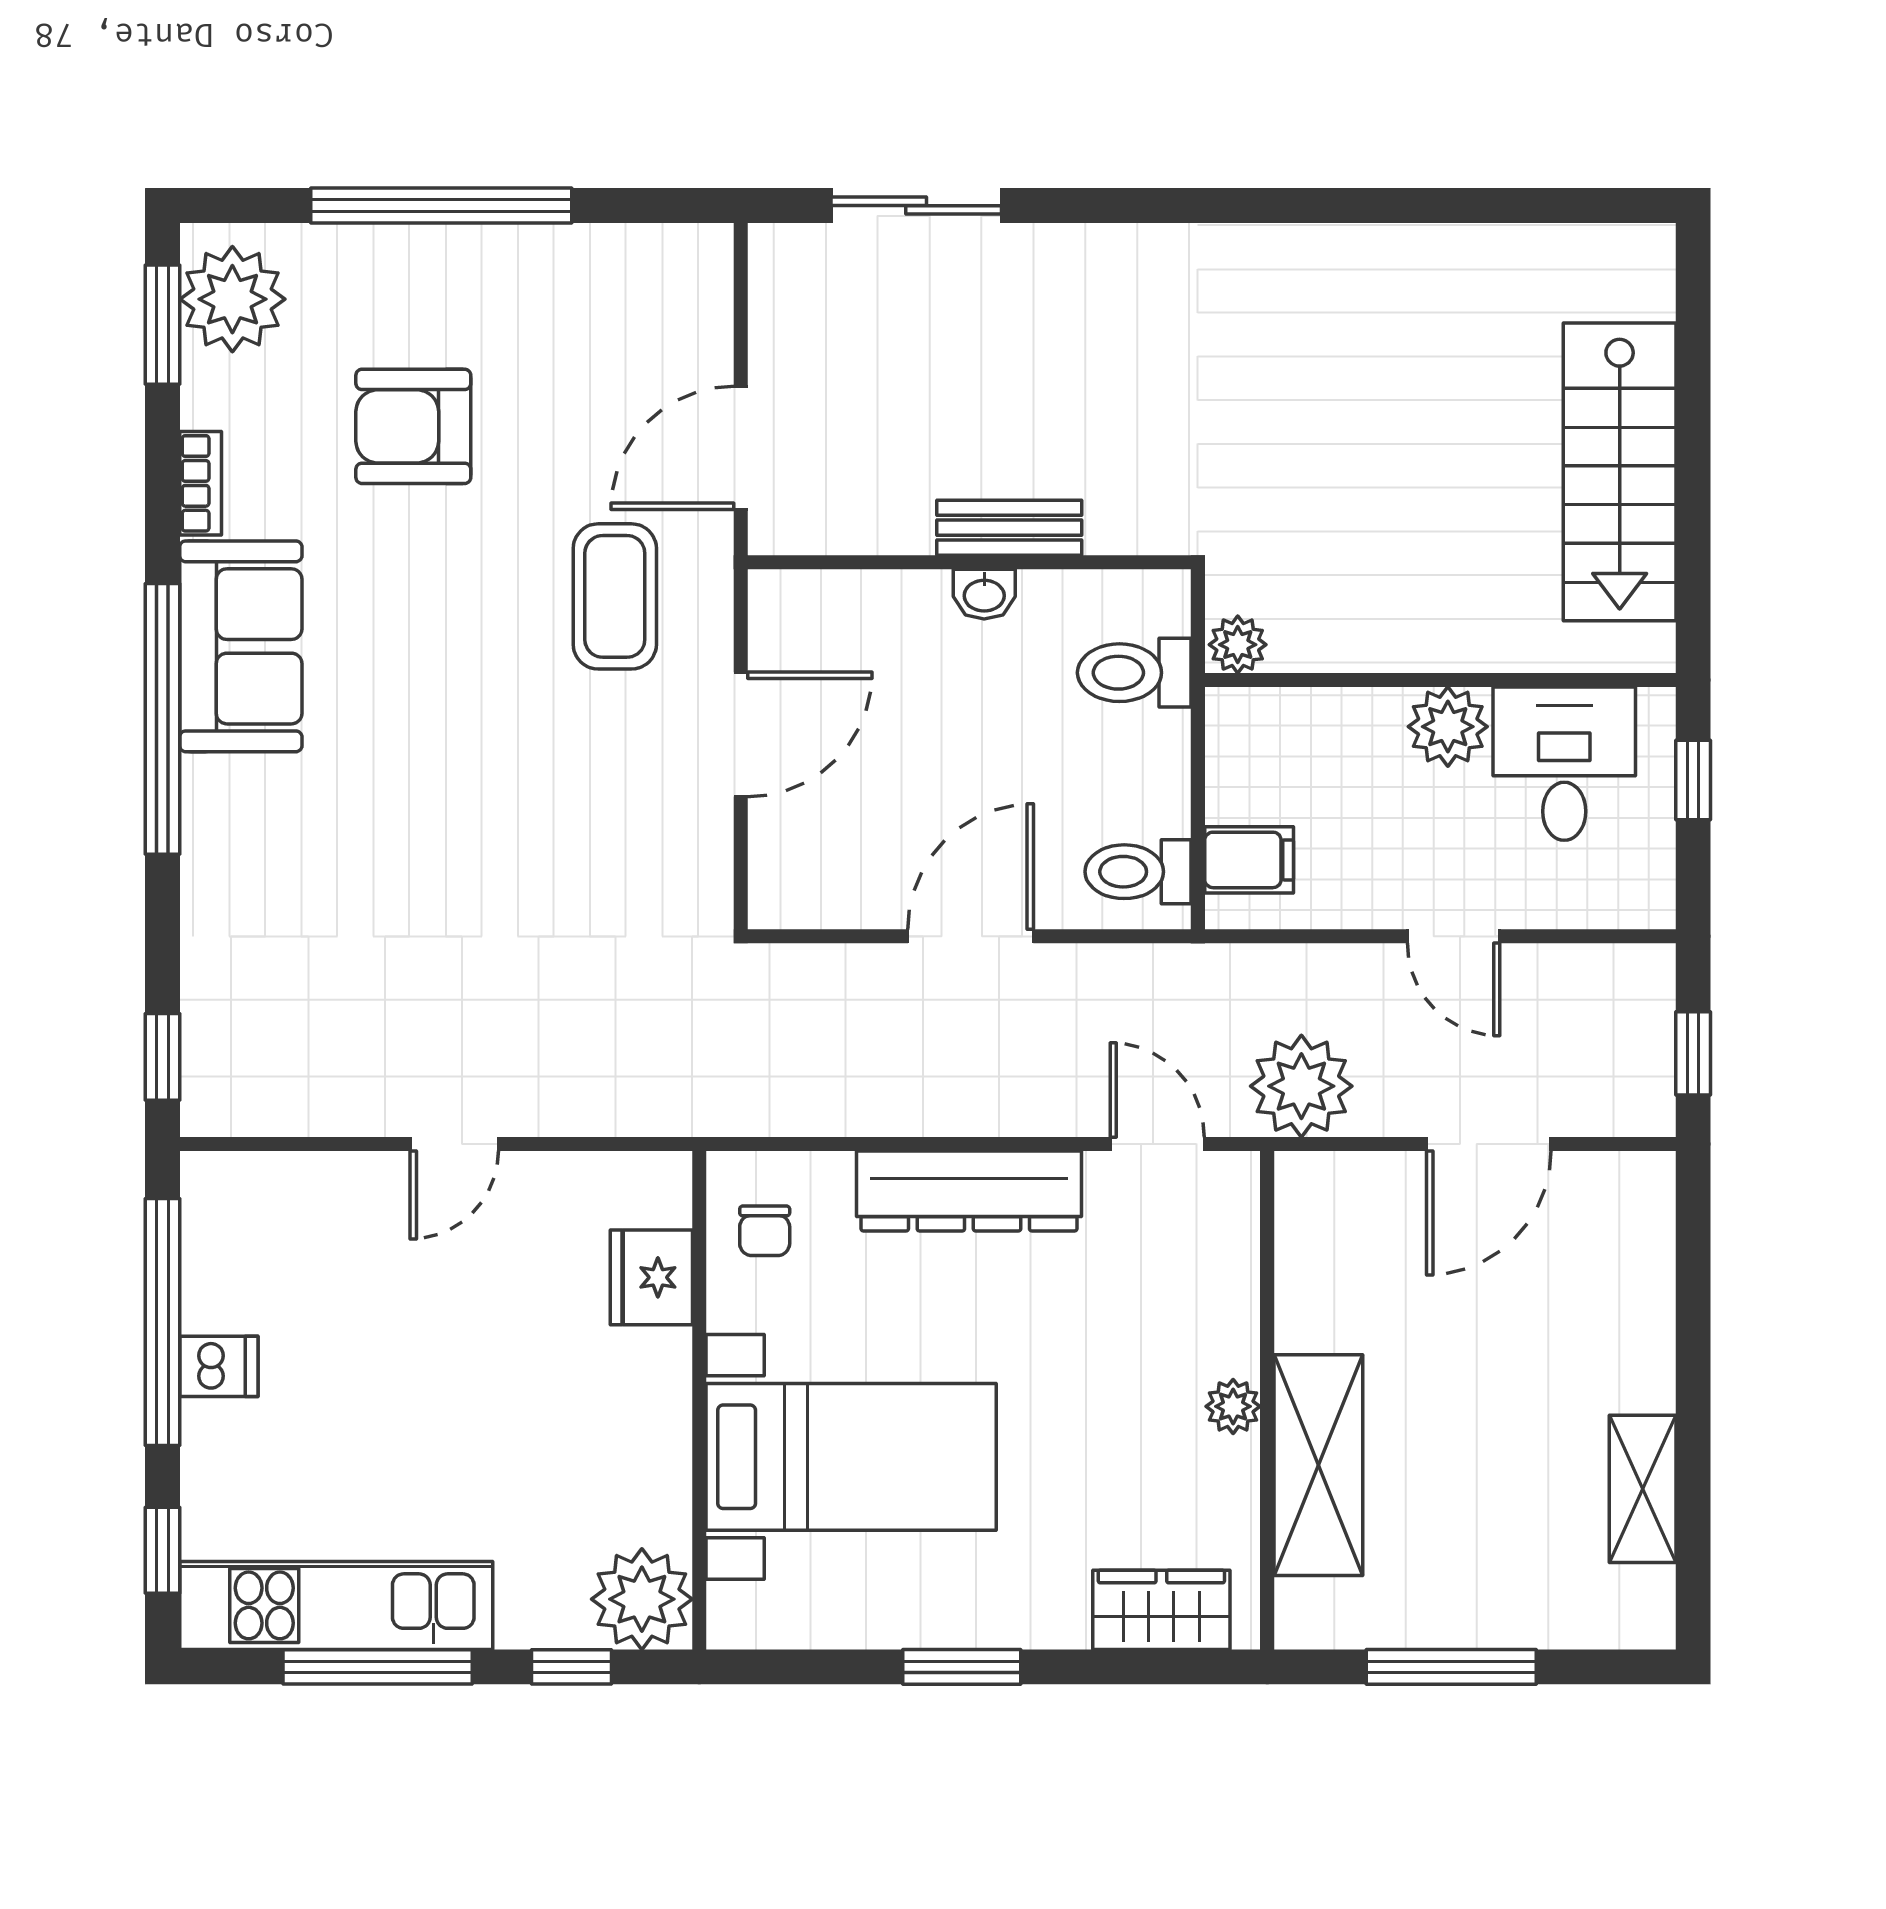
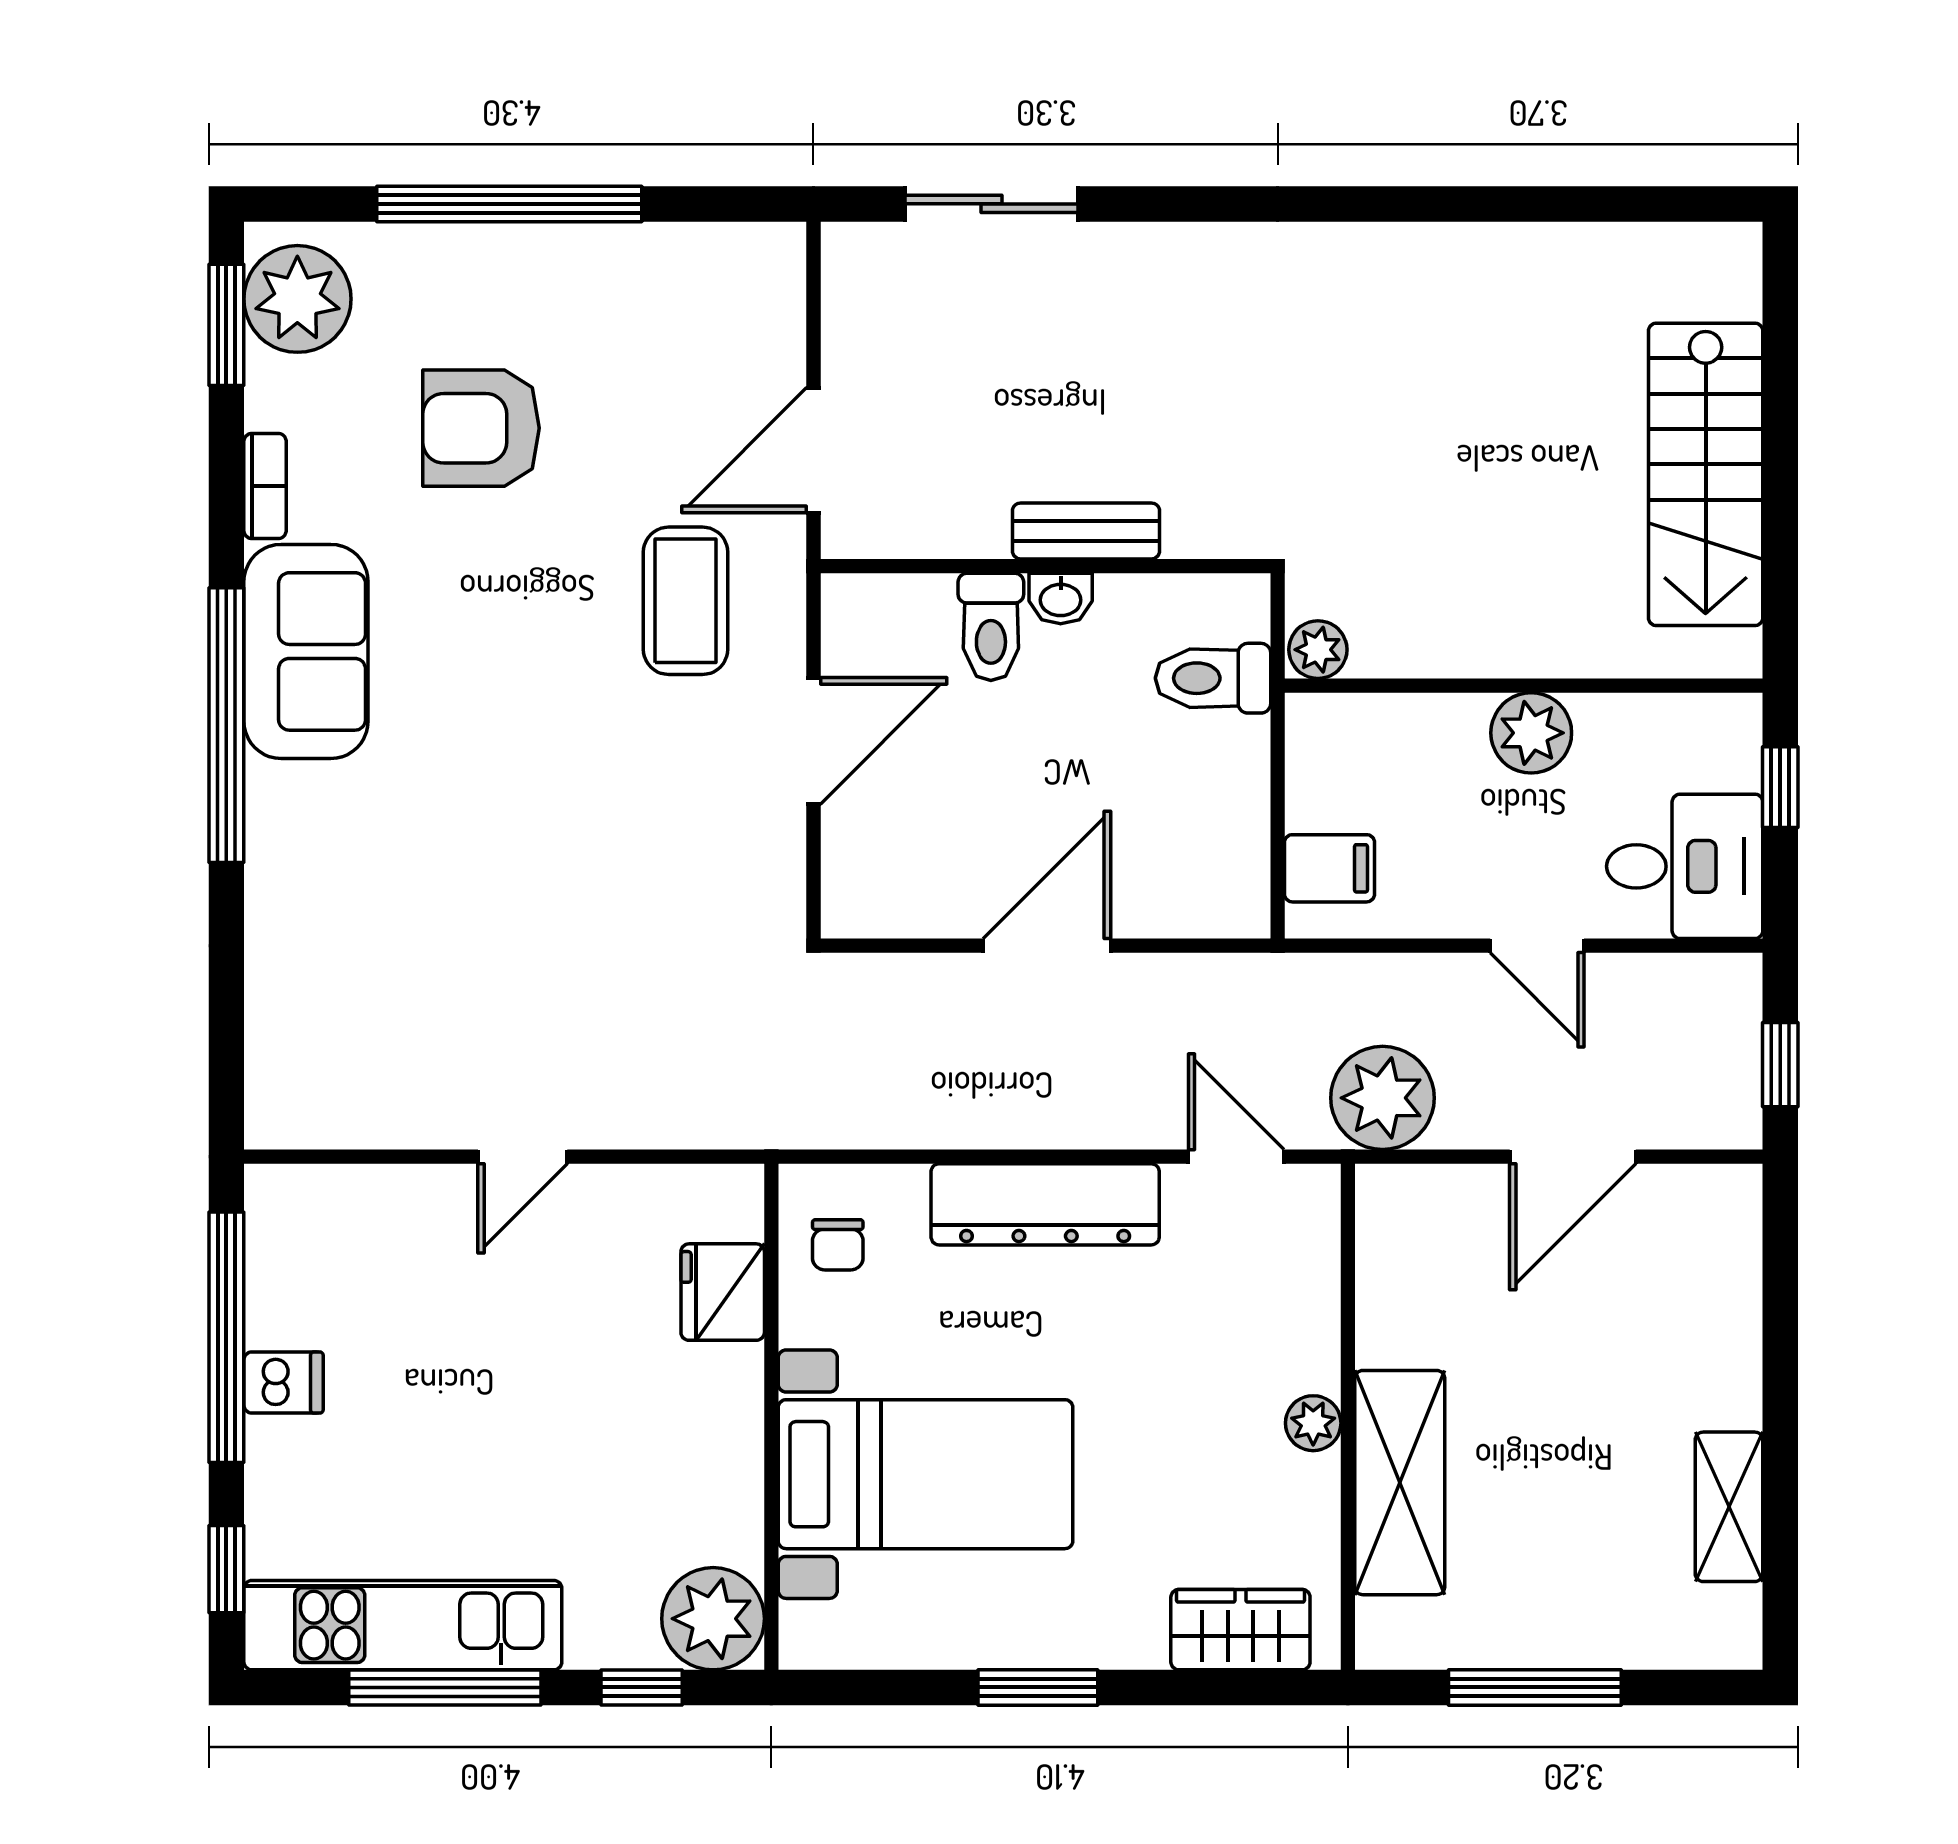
desk: (1564, 764) -> (1685, 866), moved, turned 90
toilet: (1138, 872) -> (991, 627), moved, turned -90
window: (162, 1057) -> (226, 1068), removed

